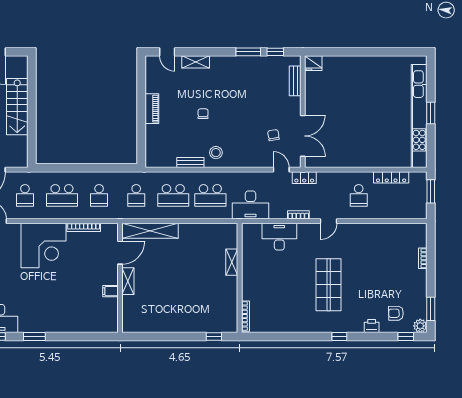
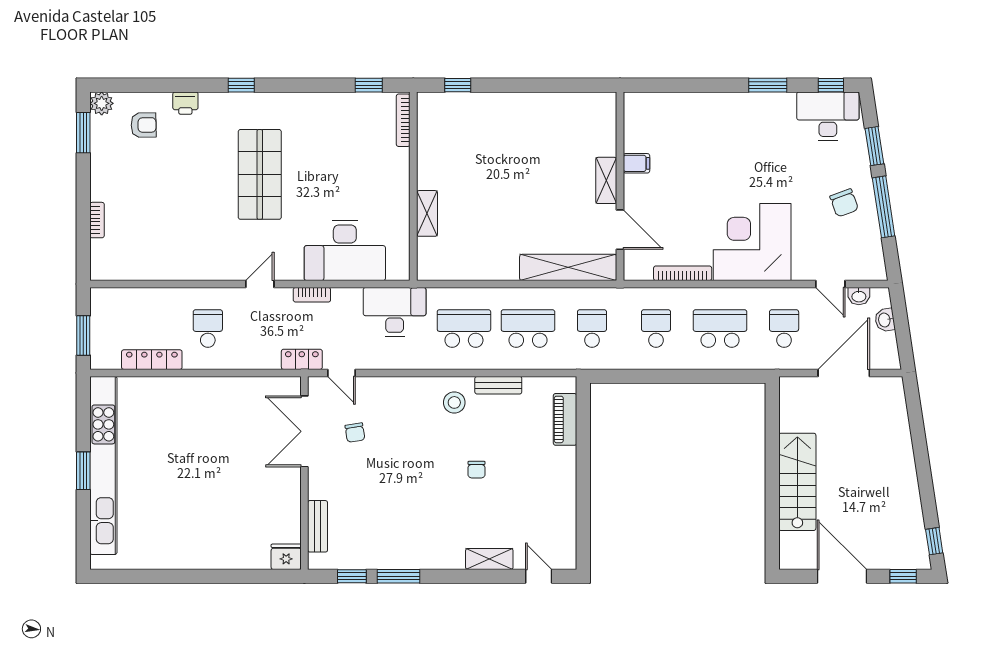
piano: (152, 109) -> (565, 419), moved
desk: (279, 237) -> (345, 250), width x1.36, depth x1.30
door: (120, 253) -> (620, 230), swing flipped
window: (406, 336) -> (369, 85), moved

